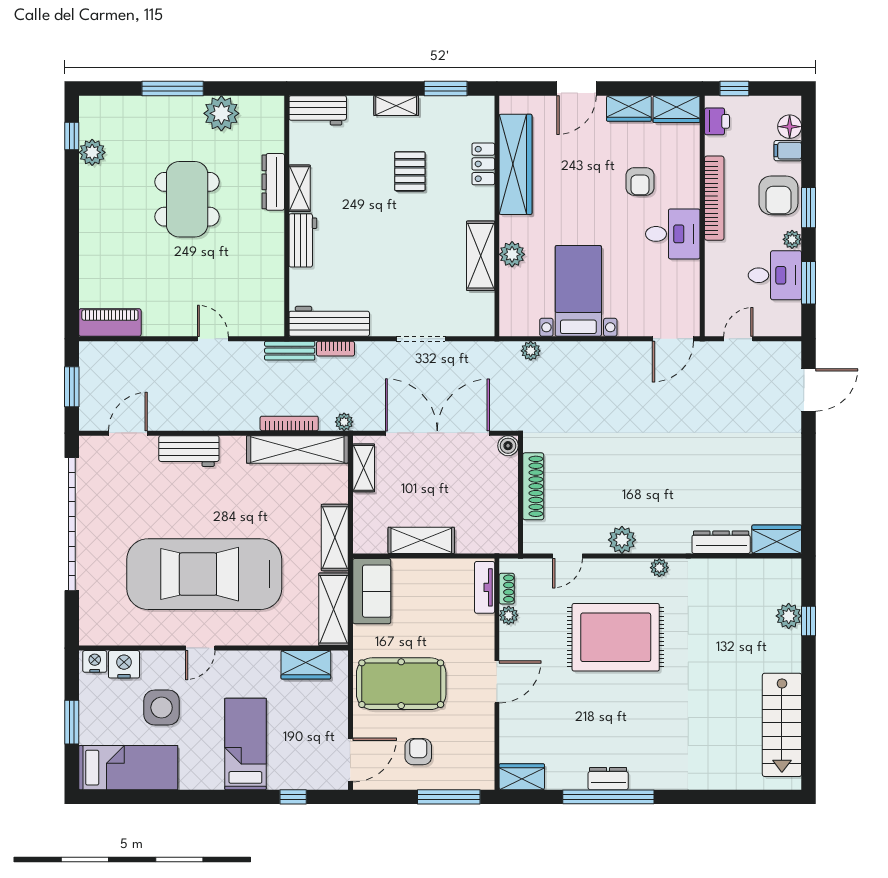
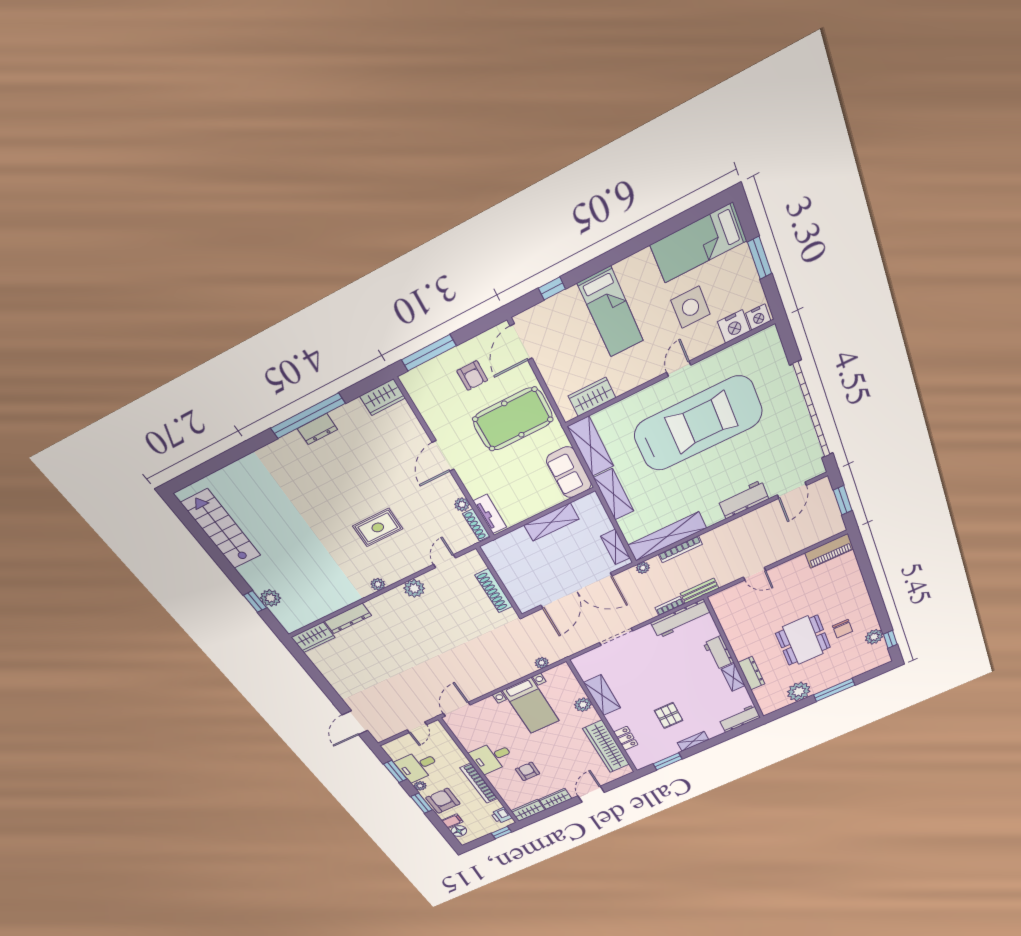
chair: (130, 190) -> (843, 629), added
boiler: (508, 446) -> (525, 606), removed
shoe rack: (507, 589) -> (476, 525), width x1.43
rug: (616, 637) -> (378, 527), width x0.54, depth x0.49

